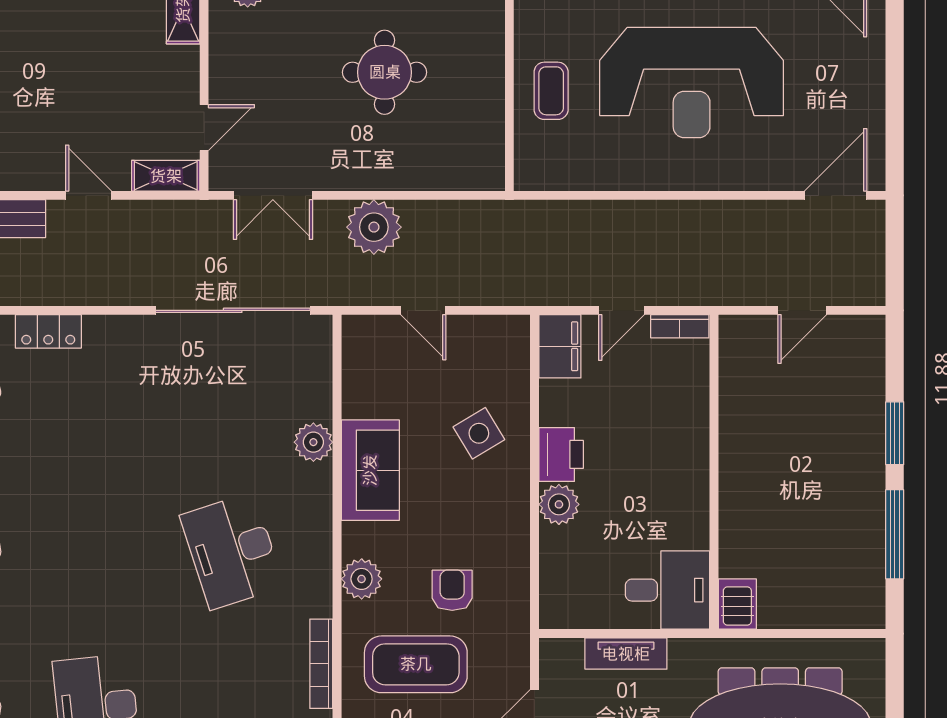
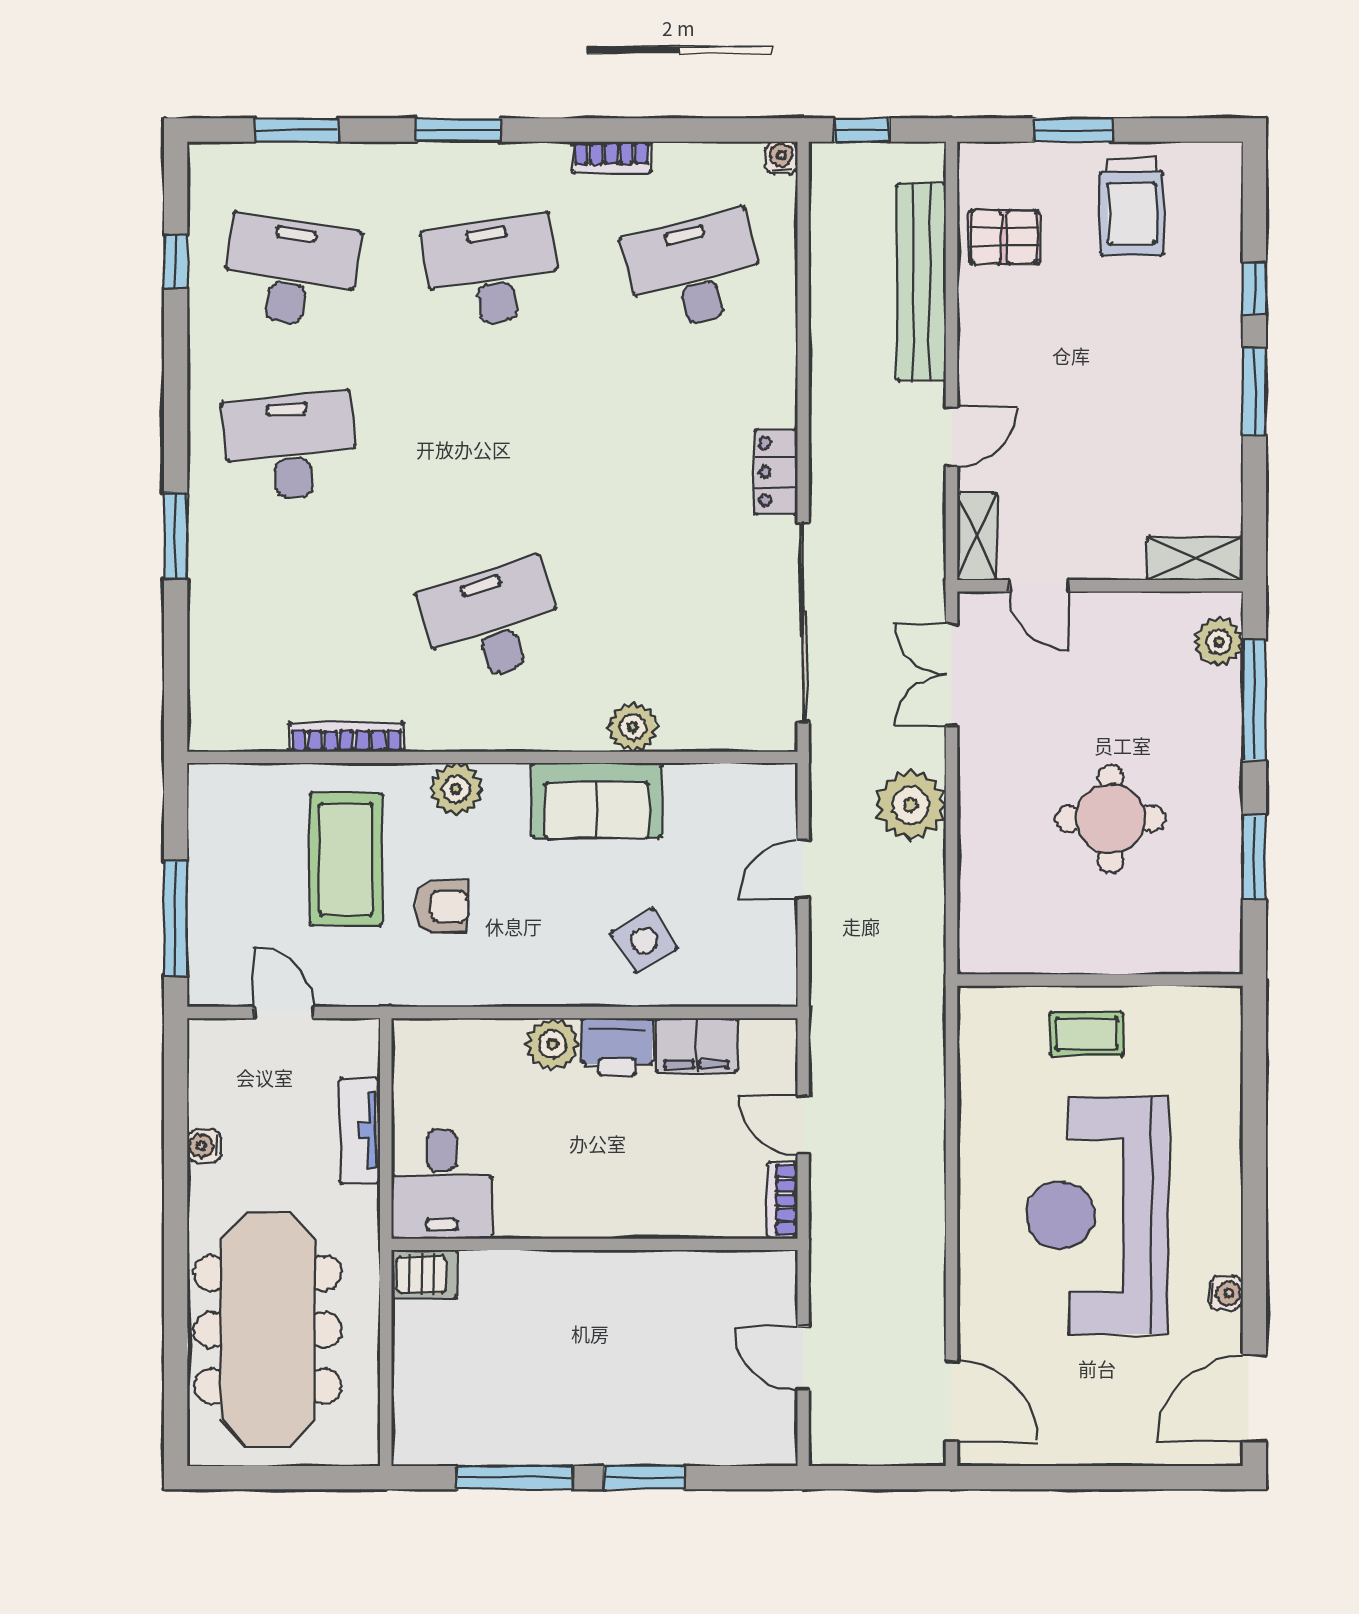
locker: (48, 331) -> (776, 472), moved
filing cabinet: (560, 346) -> (696, 1045), moved

